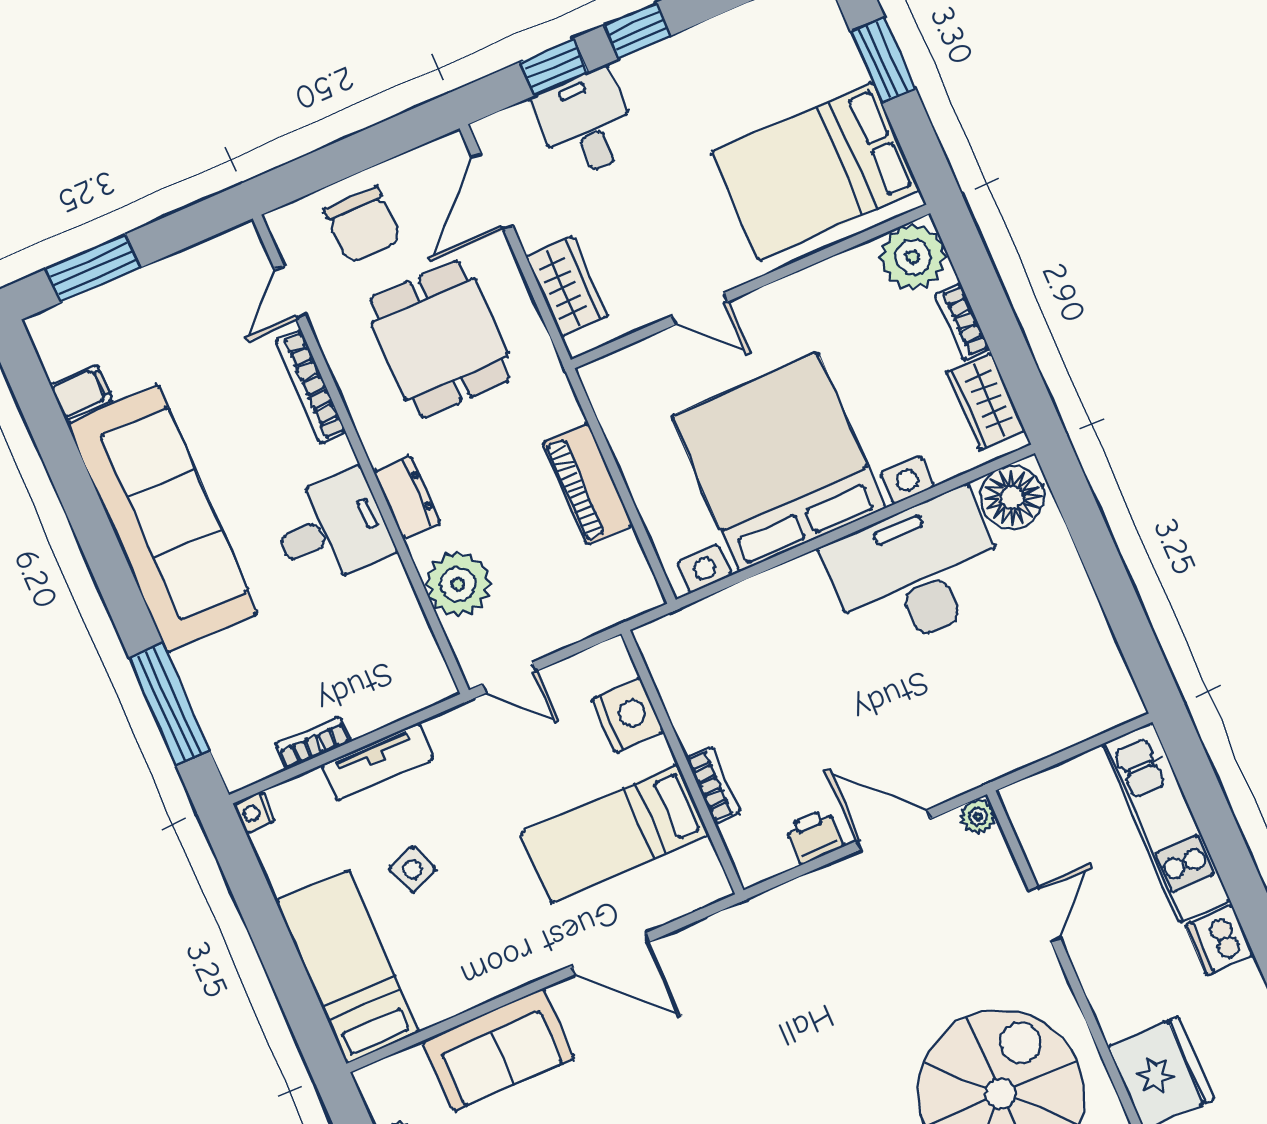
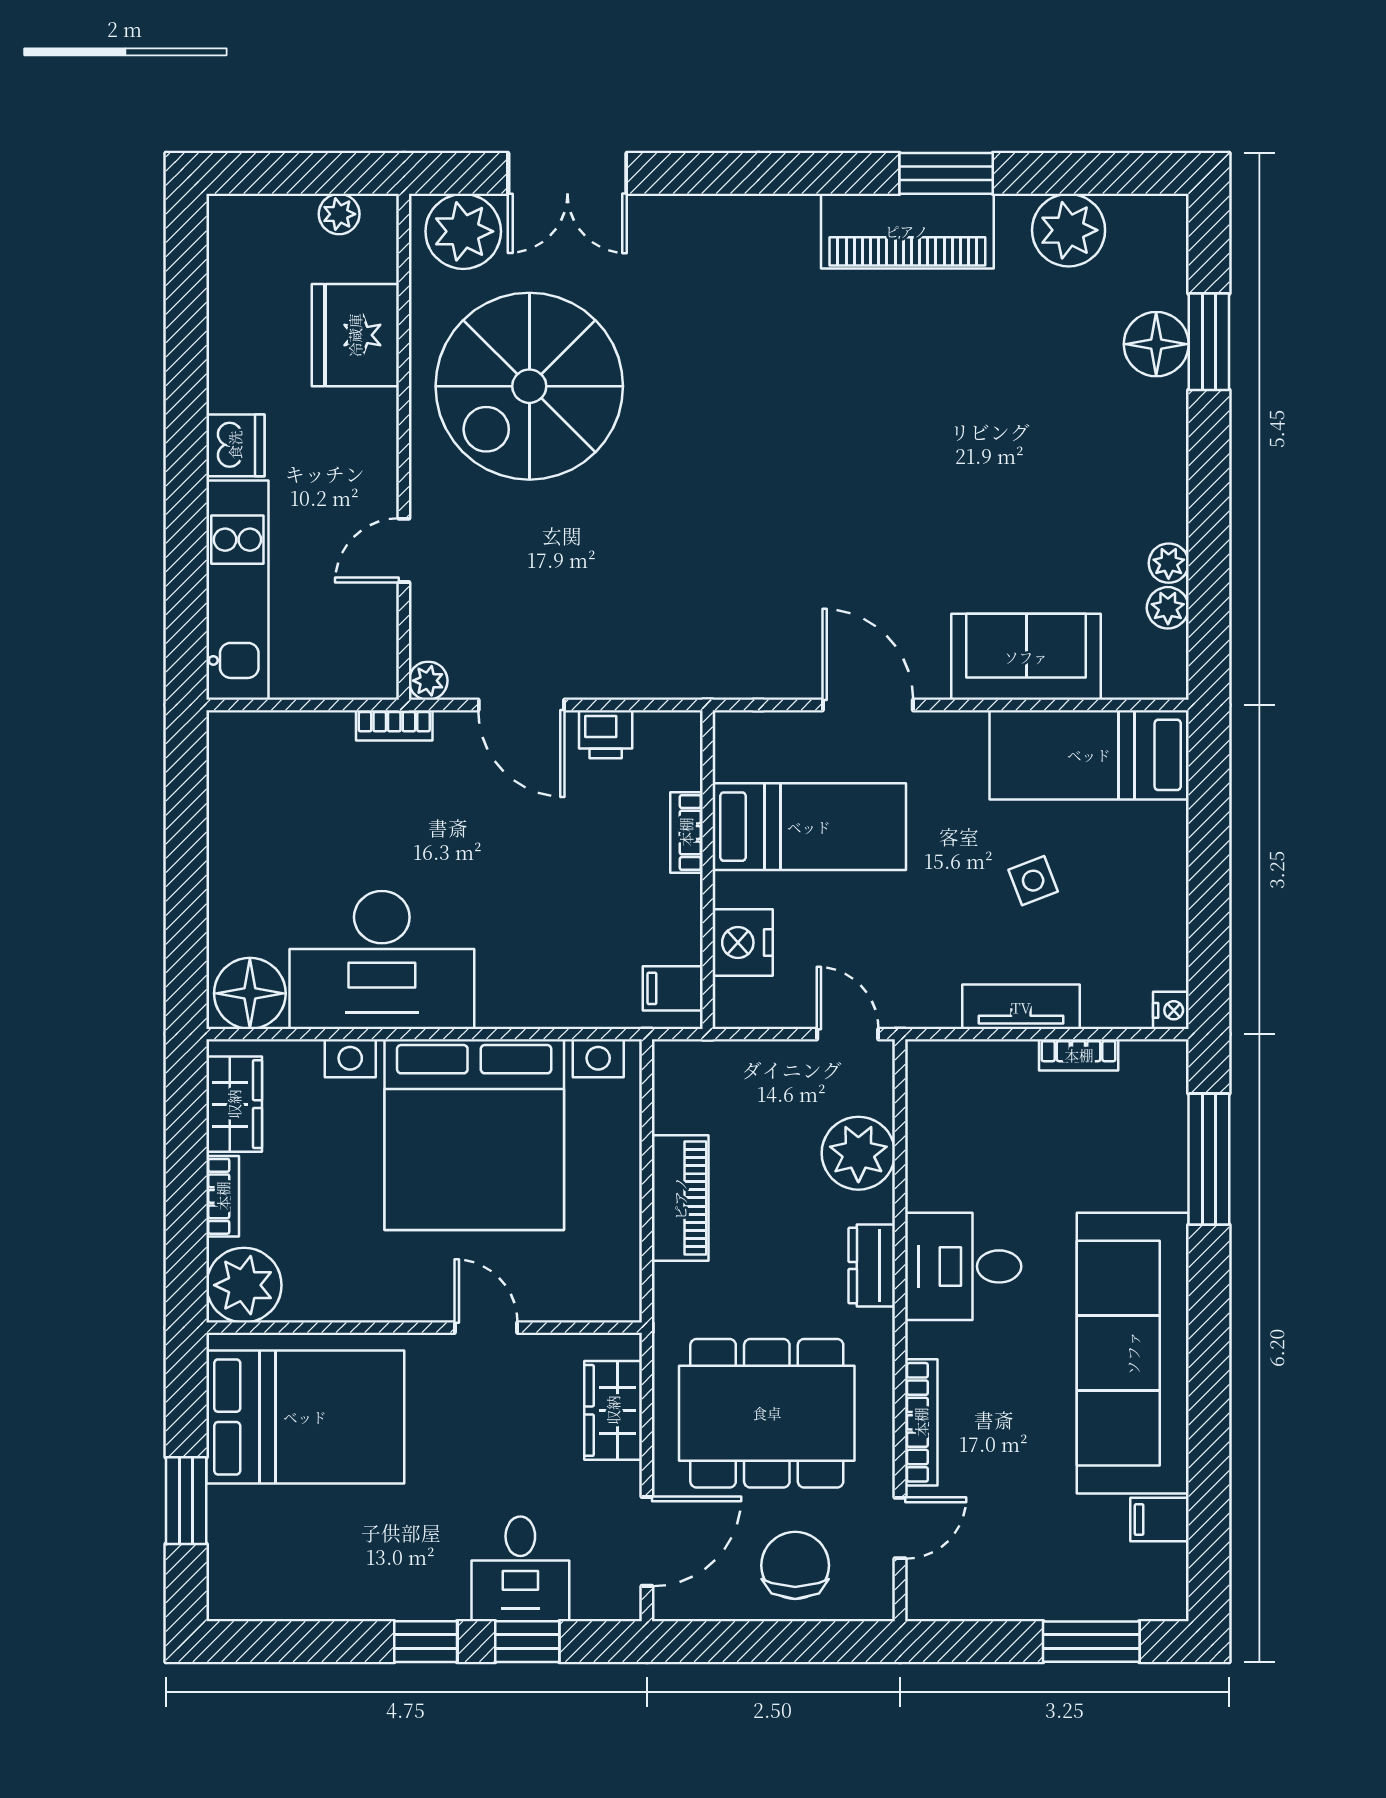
dining table: (440, 339) -> (767, 1413), width x1.38
filing cabinet: (669, 653) -> (673, 988), added
bookcase: (990, 768) -> (394, 725), added
bed: (347, 967) -> (1089, 755), moved, turned 90

